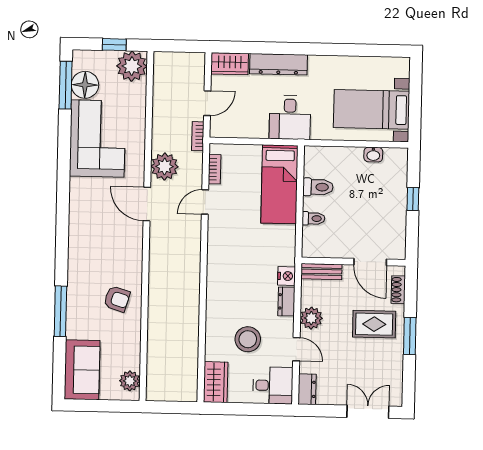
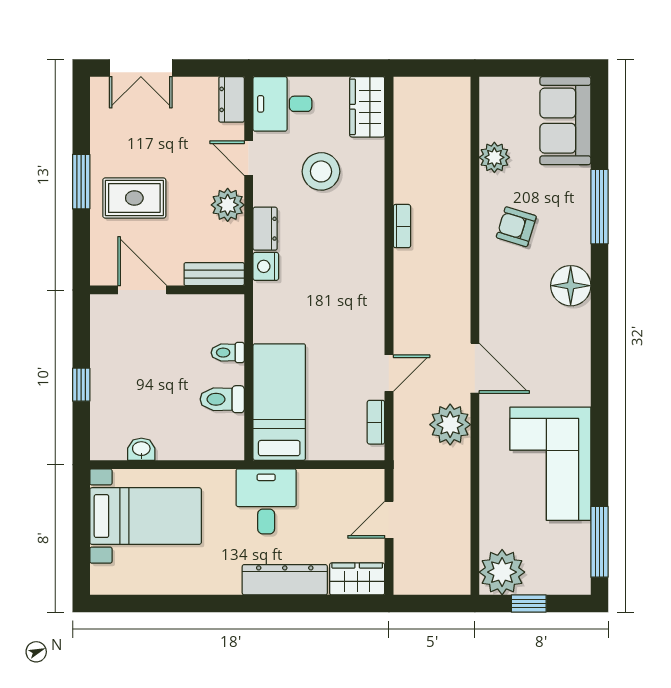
floor lamp: (85, 85) -> (571, 286), moved
bookcase: (198, 136) -> (402, 226), moved
shoe rack: (398, 290) -> (100, 250), removed
plant: (130, 381) -> (494, 157), moved

